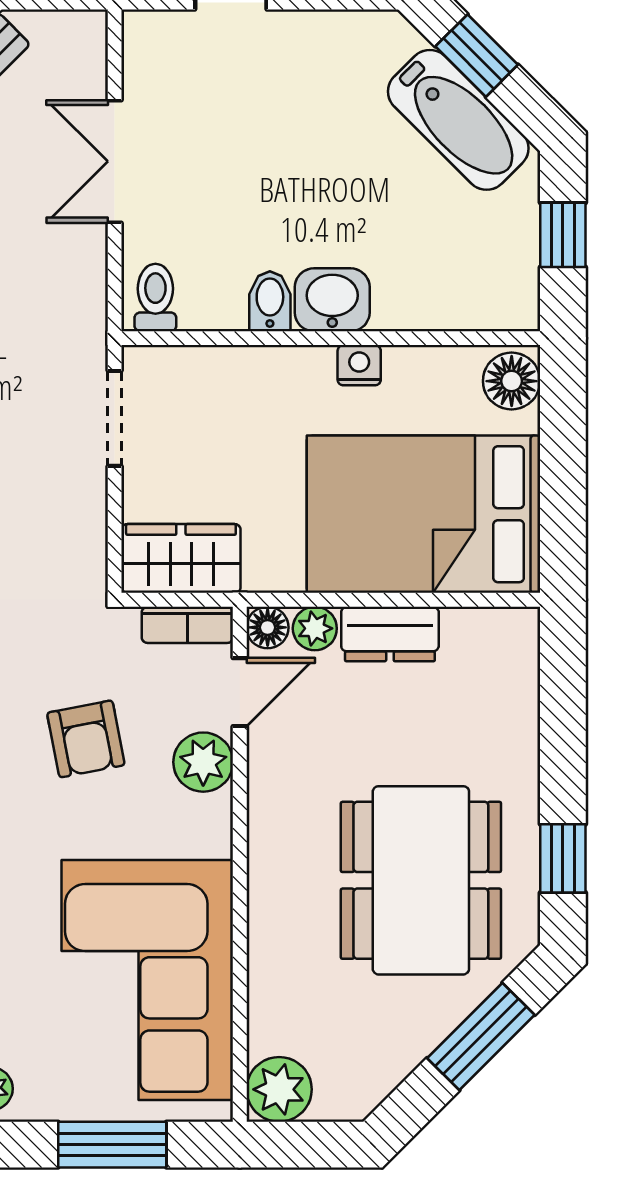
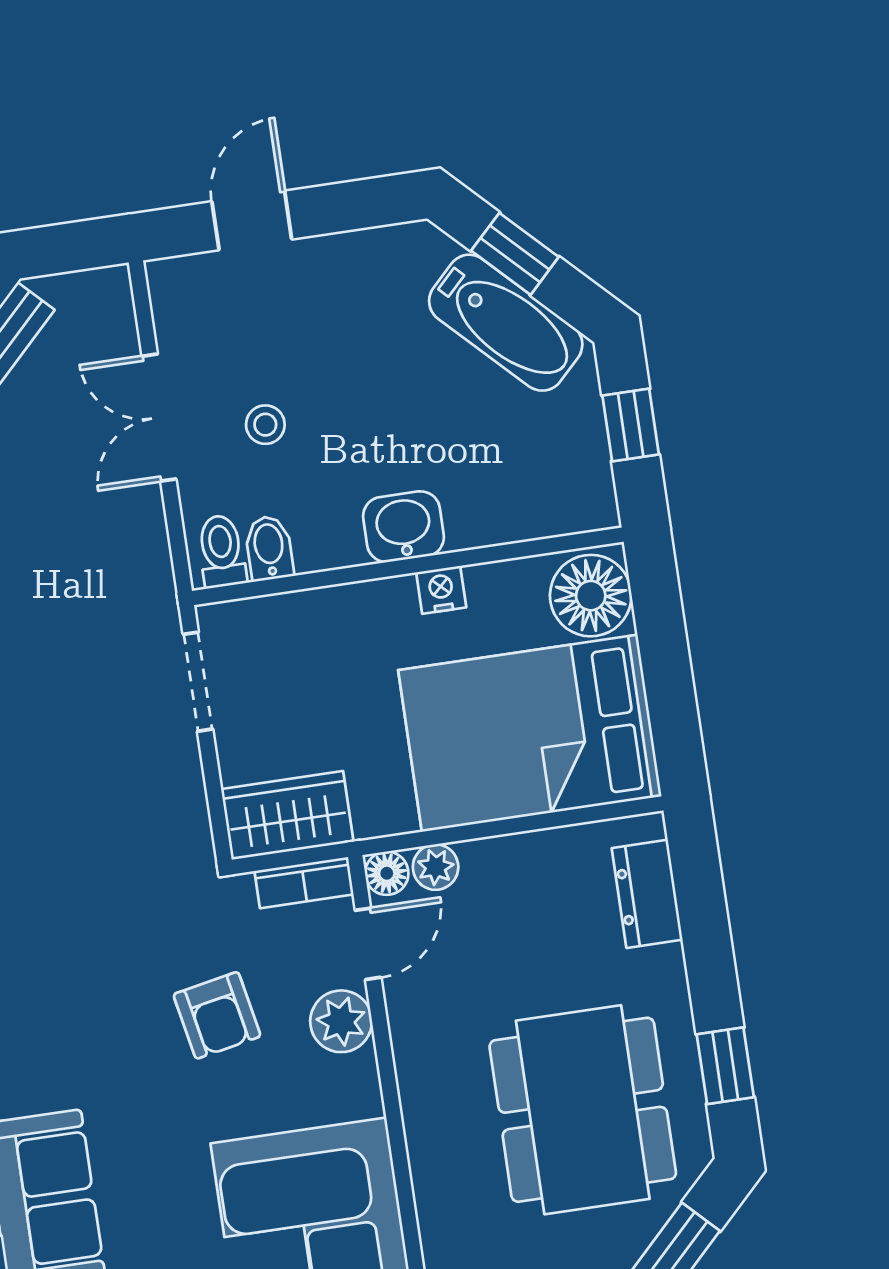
stool: (215, 183) -> (265, 425), added
bidet: (270, 301) -> (269, 548), moved
floor lamp: (512, 381) -> (591, 596), width x1.38, depth x1.38
dresser: (390, 634) -> (647, 894), moved, turned 90

